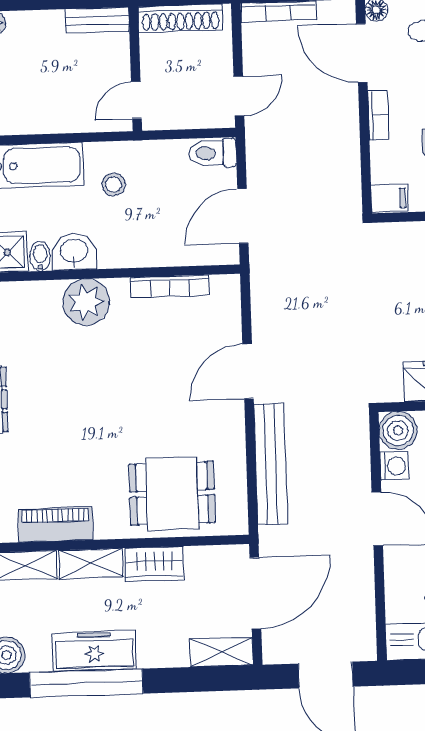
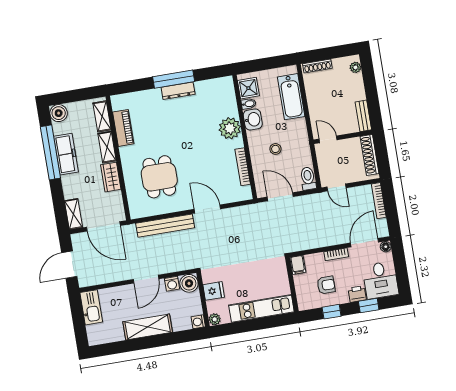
stool: (114, 184) -> (275, 149), moved
dining table: (172, 493) -> (159, 177), moved

